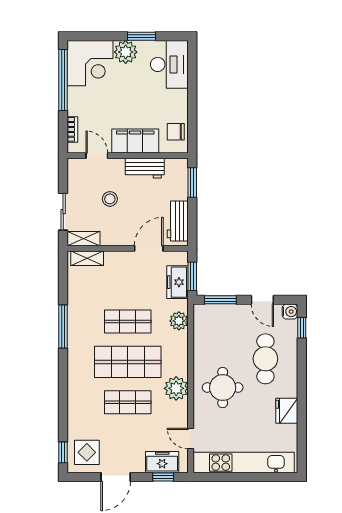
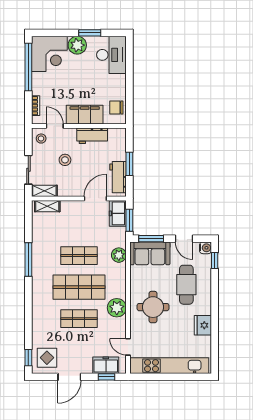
stool: (79, 172) -> (41, 139), added
window: (192, 182) -> (129, 164), moved
freezer: (177, 282) -> (118, 213), moved
sofa: (219, 319) -> (150, 253), added

